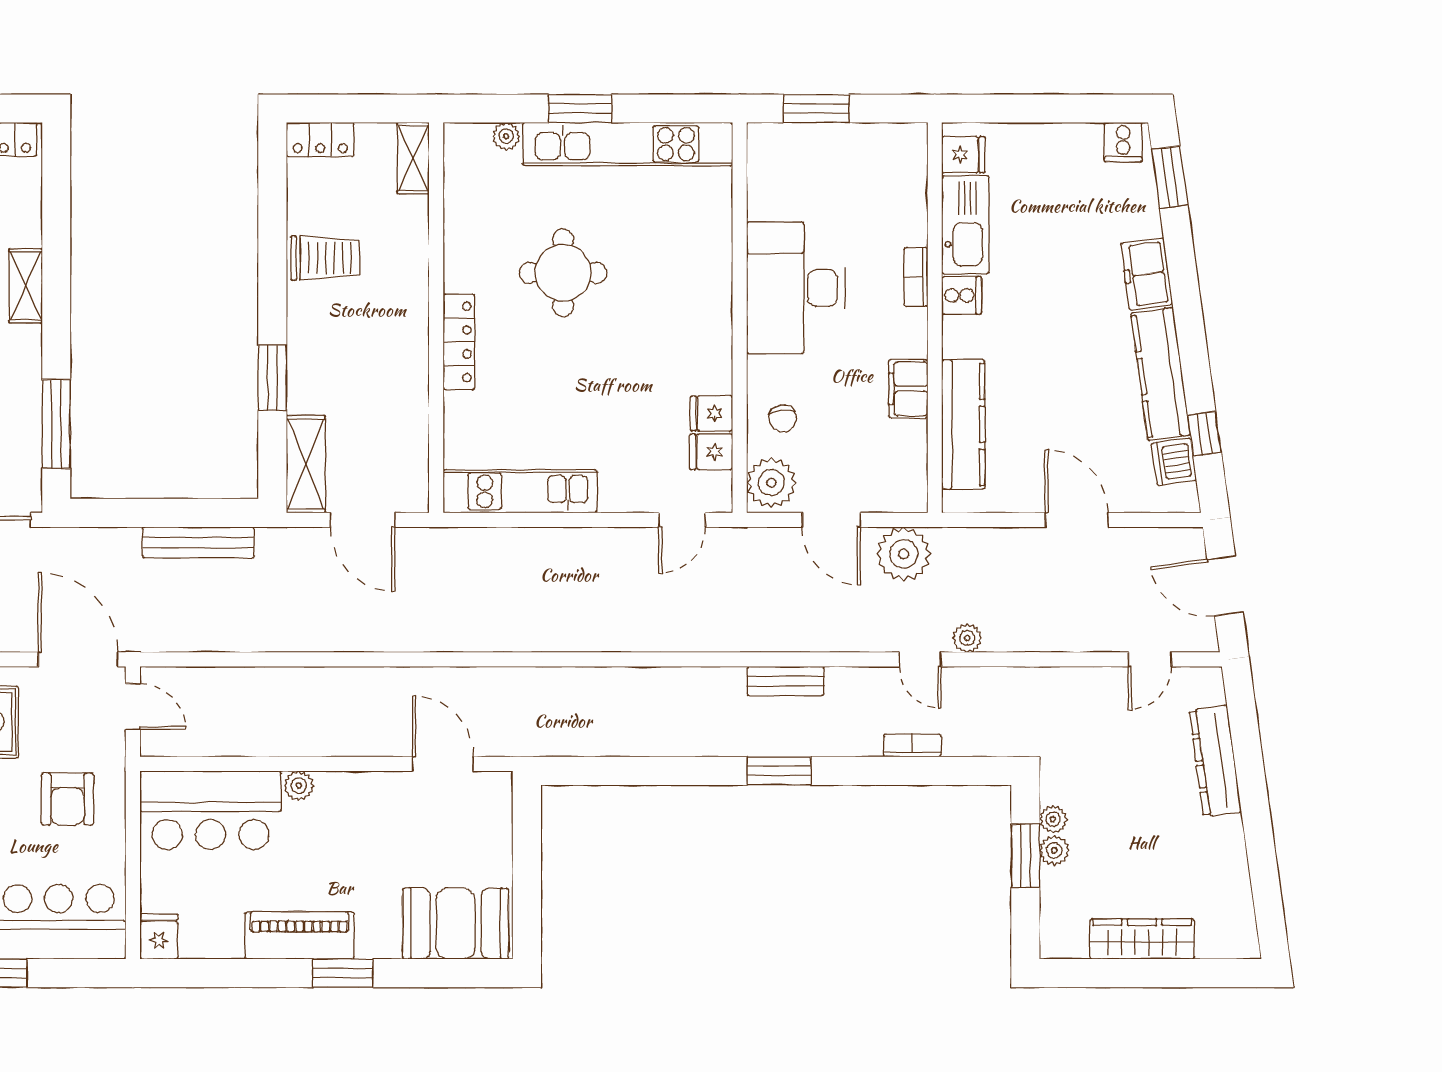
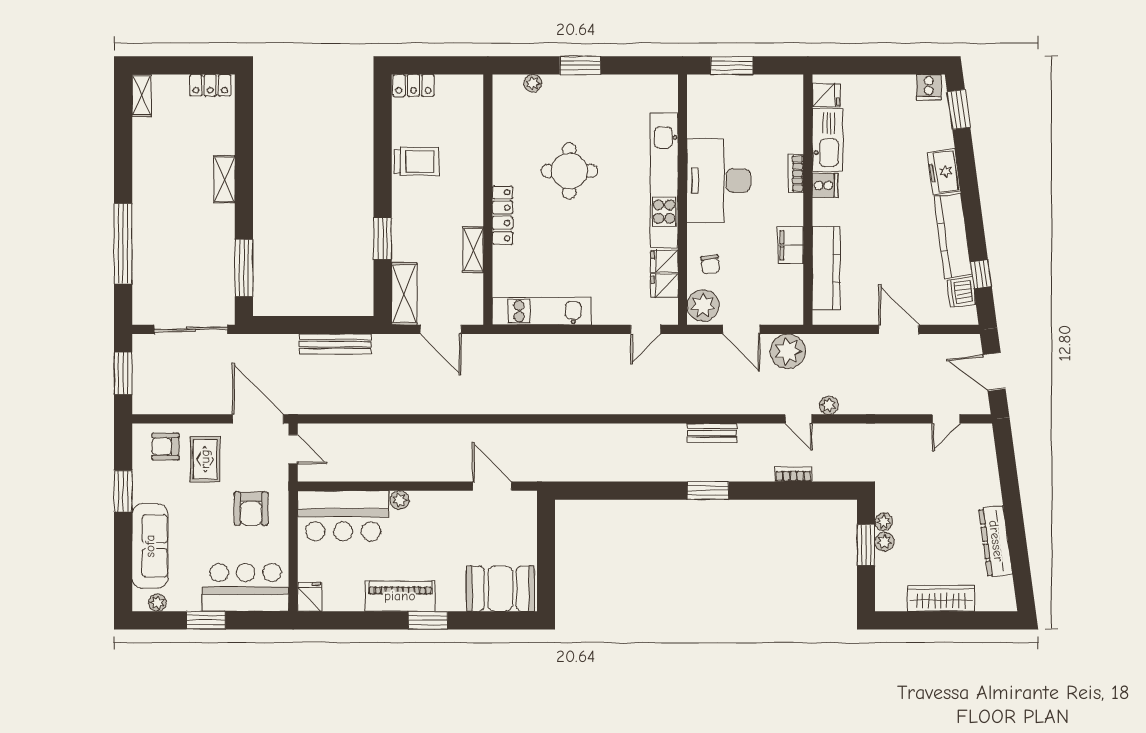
kitchen unit: (628, 144) -> (664, 181), moved, turned 90
shelving: (413, 158) -> (473, 250), moved
dresser: (1215, 761) -> (996, 541), moved

